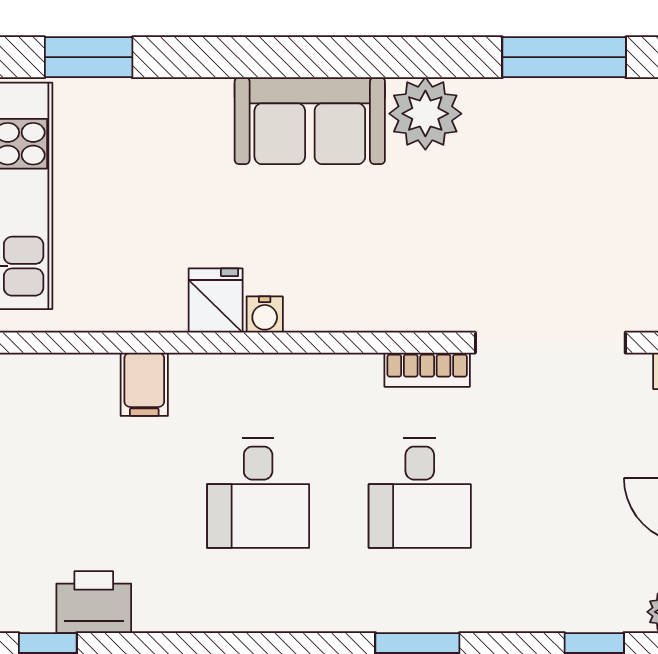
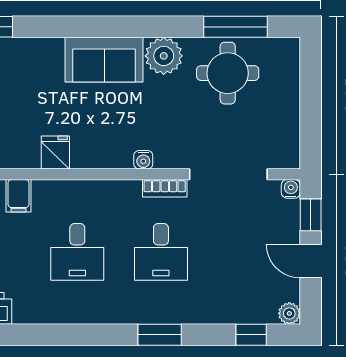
round table: (549, 147) -> (228, 73), added
water cooler: (265, 314) -> (143, 160), moved

